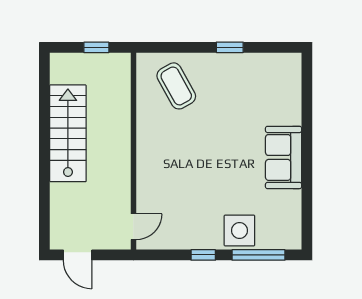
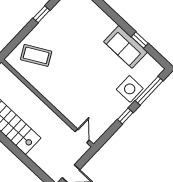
sofa: (284, 157) -> (126, 47), moved
window: (307, 189) -> (140, 40), added

